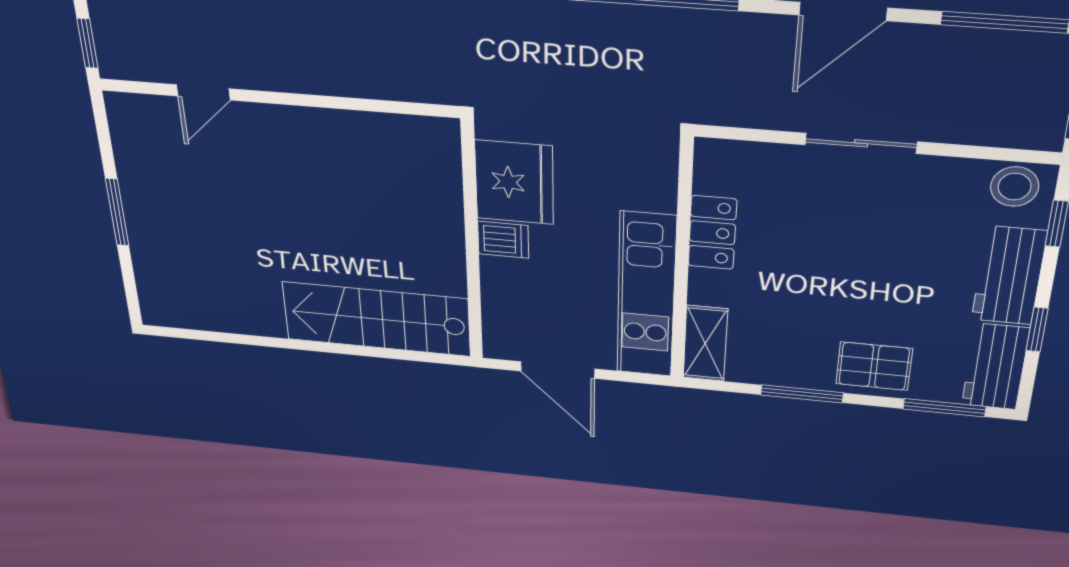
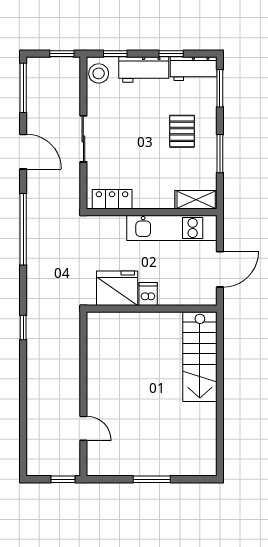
locker: (712, 233) -> (112, 199), moved
pallet: (874, 366) -> (182, 131), moved

